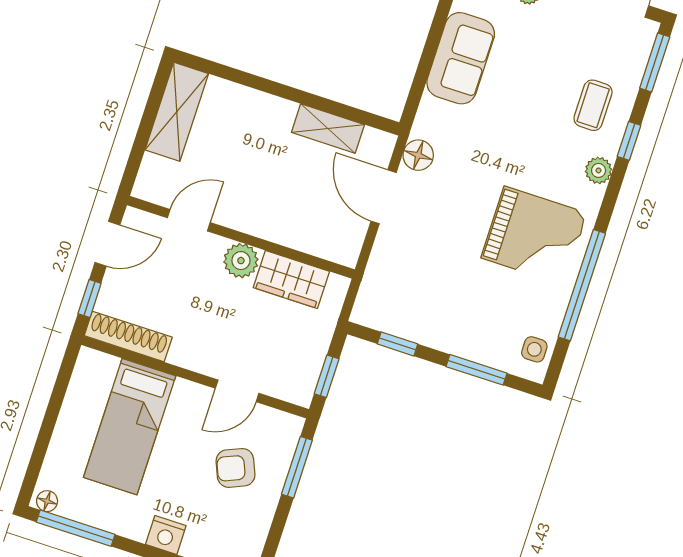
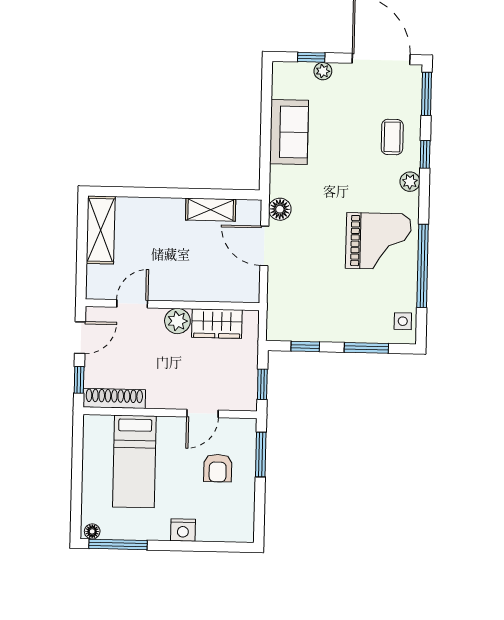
armchair: (235, 468) -> (218, 468), turned -67

